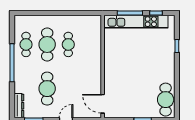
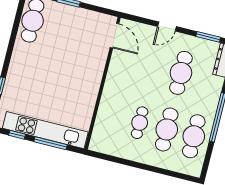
cafe table: (26, 44) -> (194, 136), width x1.37, depth x1.35

